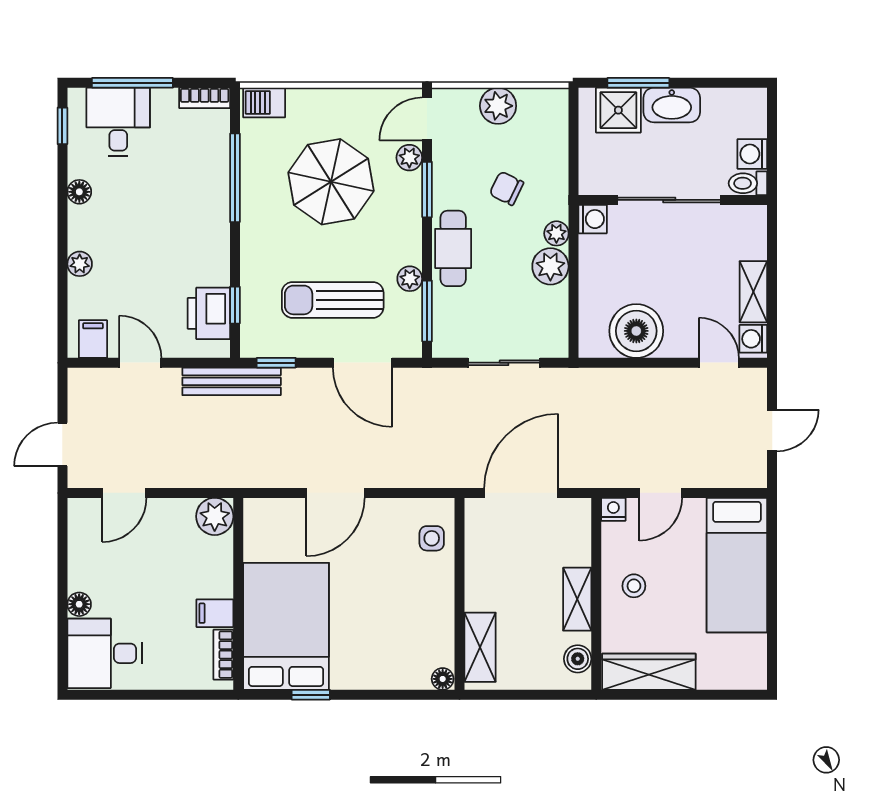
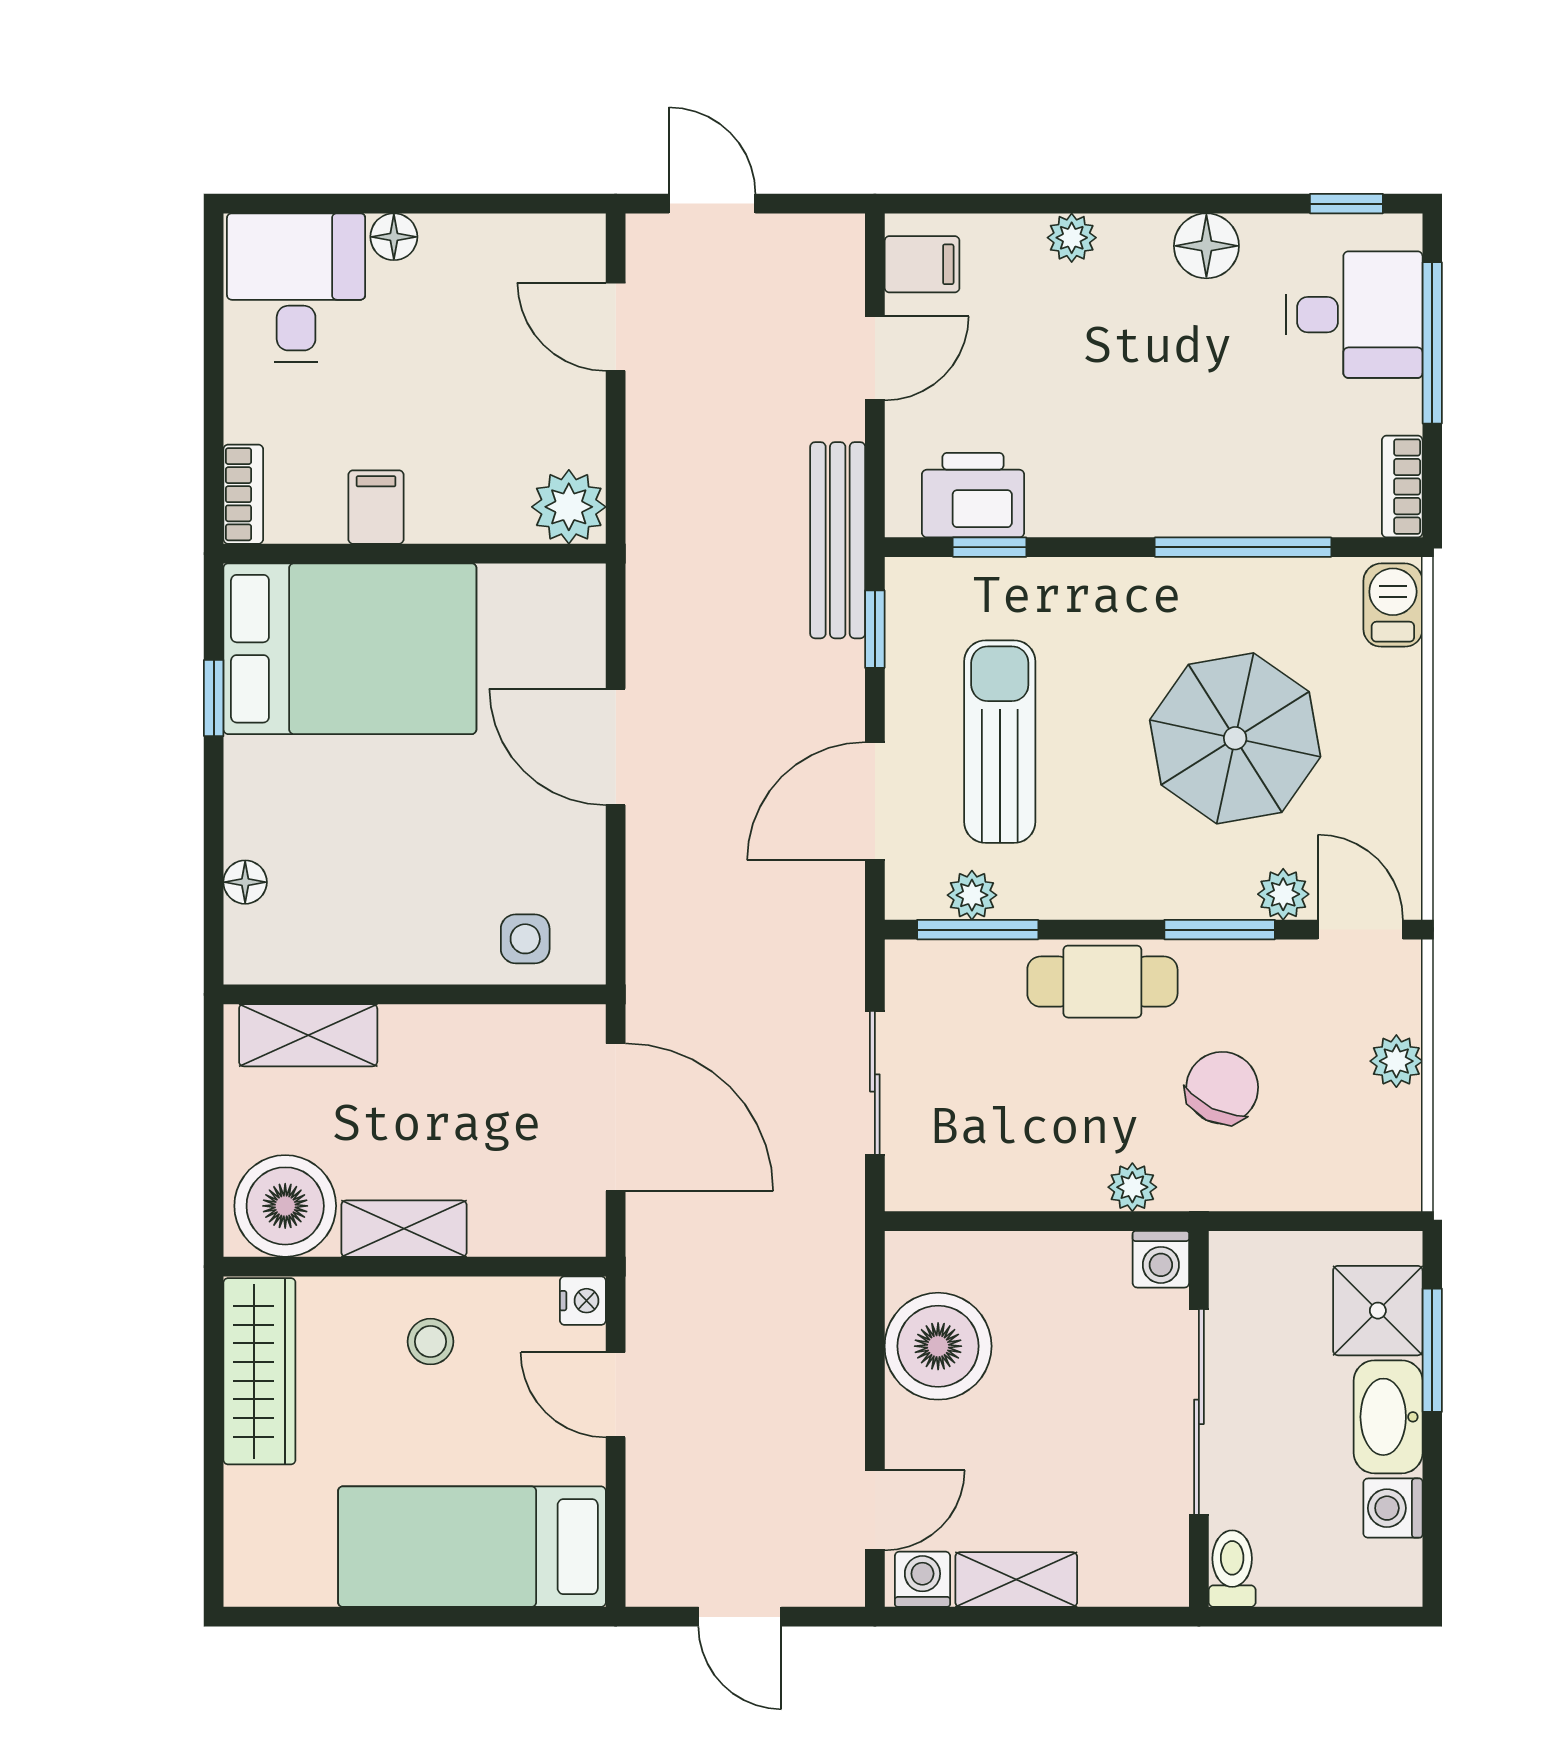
plant: (498, 106) -> (1396, 1061), width x0.73, depth x0.73
washing machine: (752, 154) -> (1393, 1508), moved, turned -90
chair: (507, 188) -> (1222, 1088), width x1.37, depth x1.37
floor lamp: (79, 192) -> (1206, 246), width x1.37, depth x1.37
plant: (550, 266) -> (1067, 1175), removed
plant: (410, 279) -> (972, 895), moved
bookcase: (223, 655) -> (243, 494), moved, turned 90
boiler: (578, 659) -> (285, 1206), width x1.86, depth x1.86
floor lamp: (443, 679) -> (245, 882), moved

